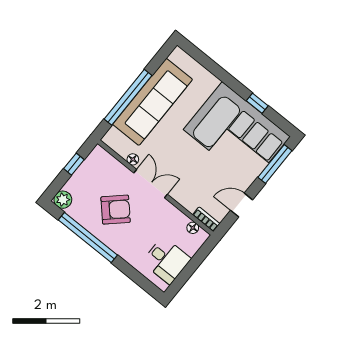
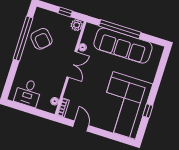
window: (275, 164) -> (114, 137), removed
plant: (63, 200) -> (77, 25), moved
armchair: (116, 210) -> (41, 39), moved

